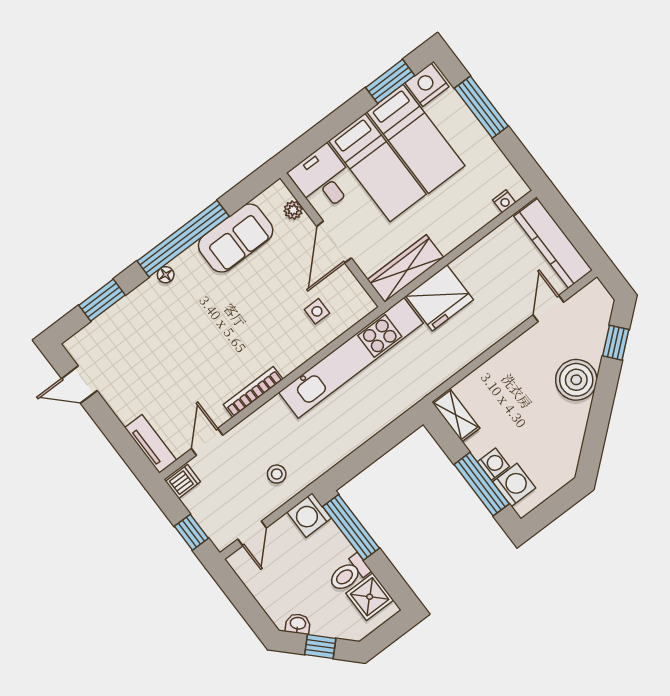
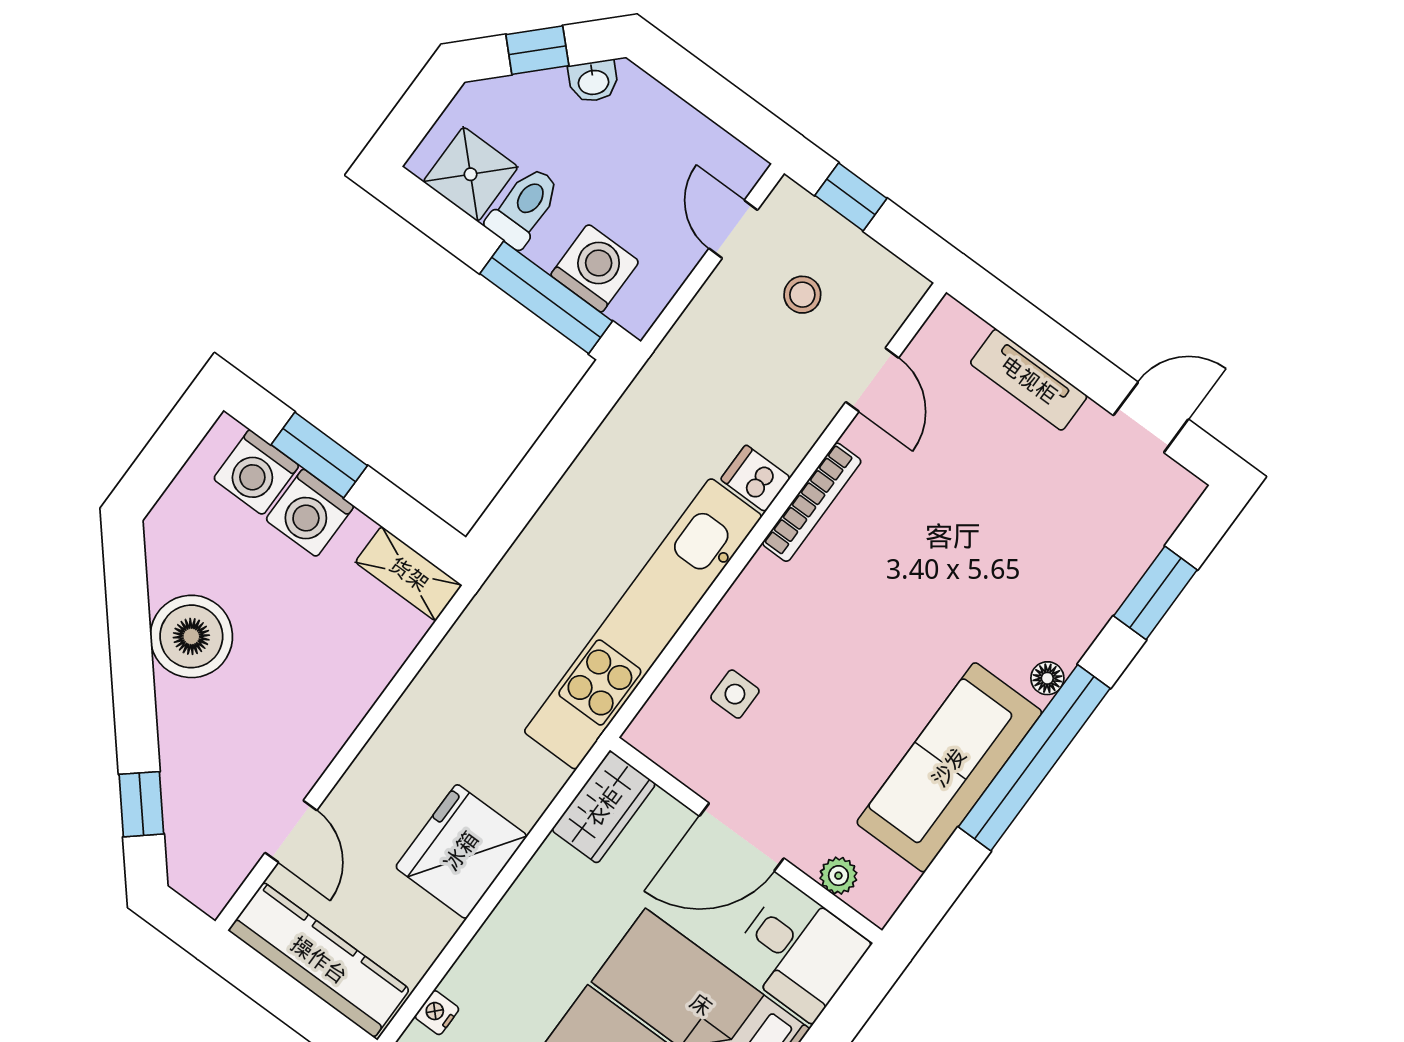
sofa: (236, 238) -> (949, 767), width x1.36
door: (334, 242) -> (742, 837), swing flipped
wardrobe: (405, 268) -> (604, 807), width x0.67
fridge: (439, 298) -> (461, 851), moved
boiler: (576, 380) -> (191, 636), moved
tv unit: (151, 444) -> (1029, 380), moved
washing machine: (493, 464) -> (310, 513), width x1.38, depth x1.38
stool: (277, 474) -> (802, 295), moved
dishwasher: (183, 481) -> (756, 478), moved, turned 90
window: (482, 484) -> (319, 455), width x0.69
washing machine: (309, 515) -> (595, 268), moved

